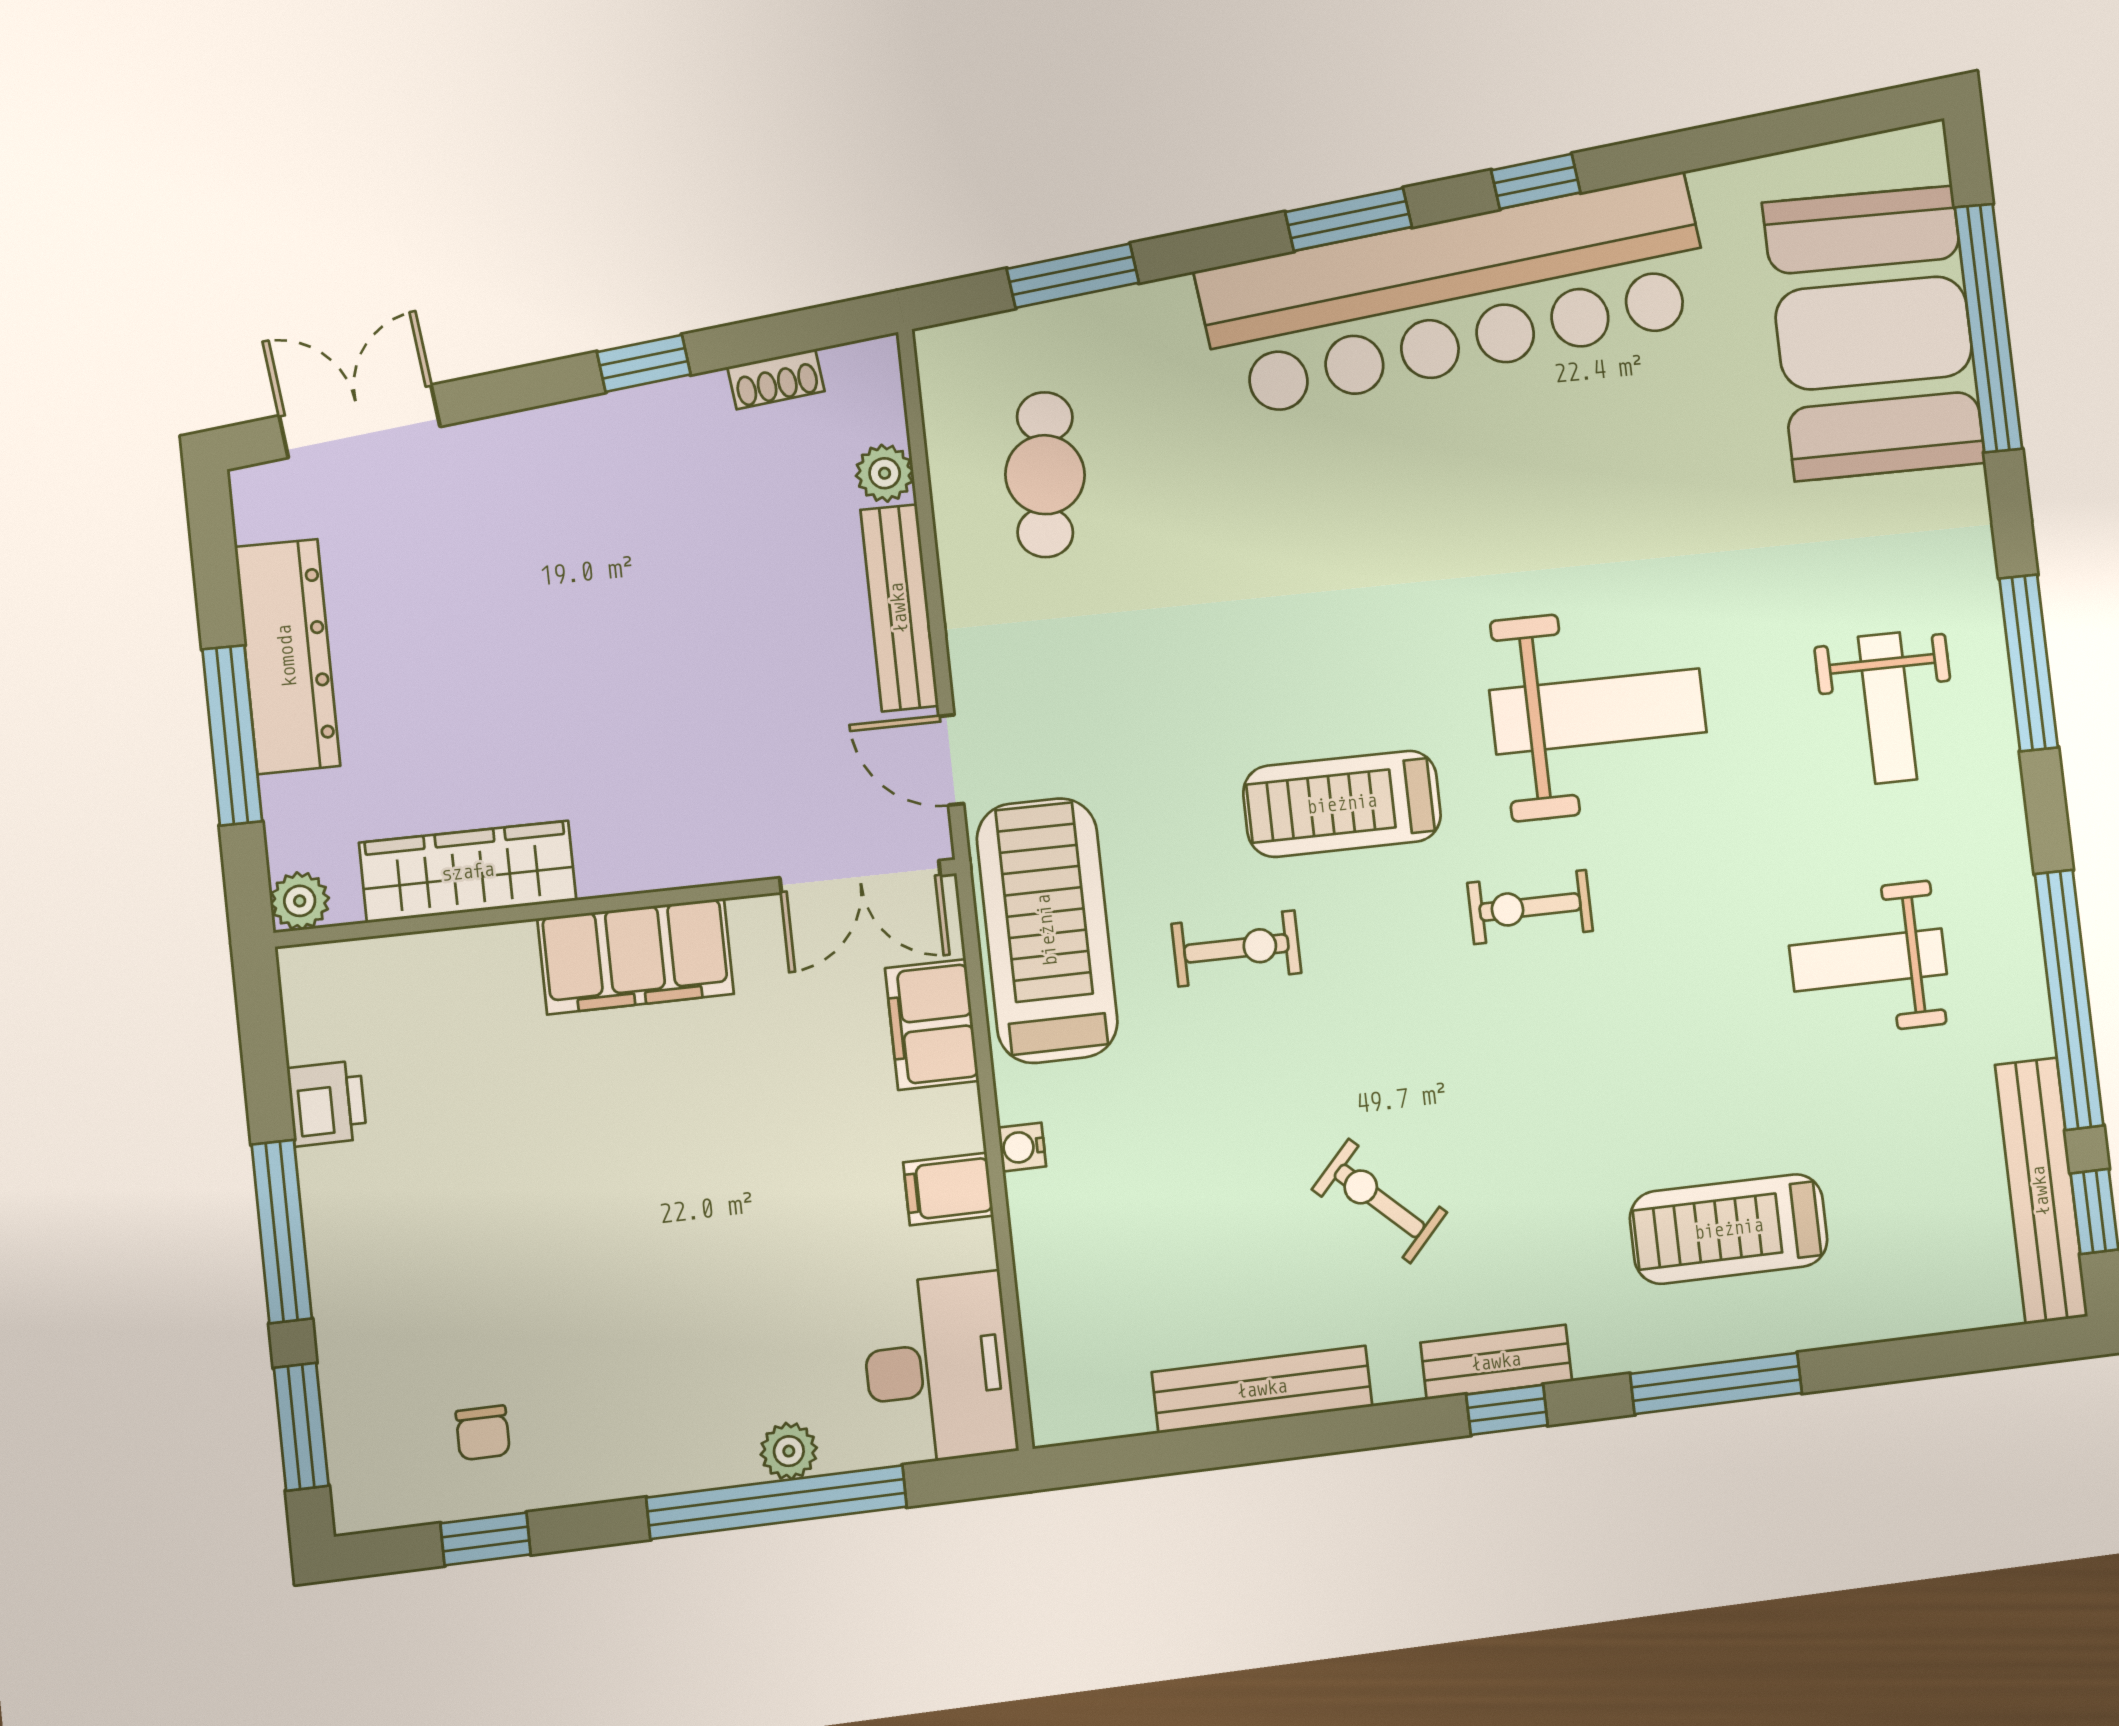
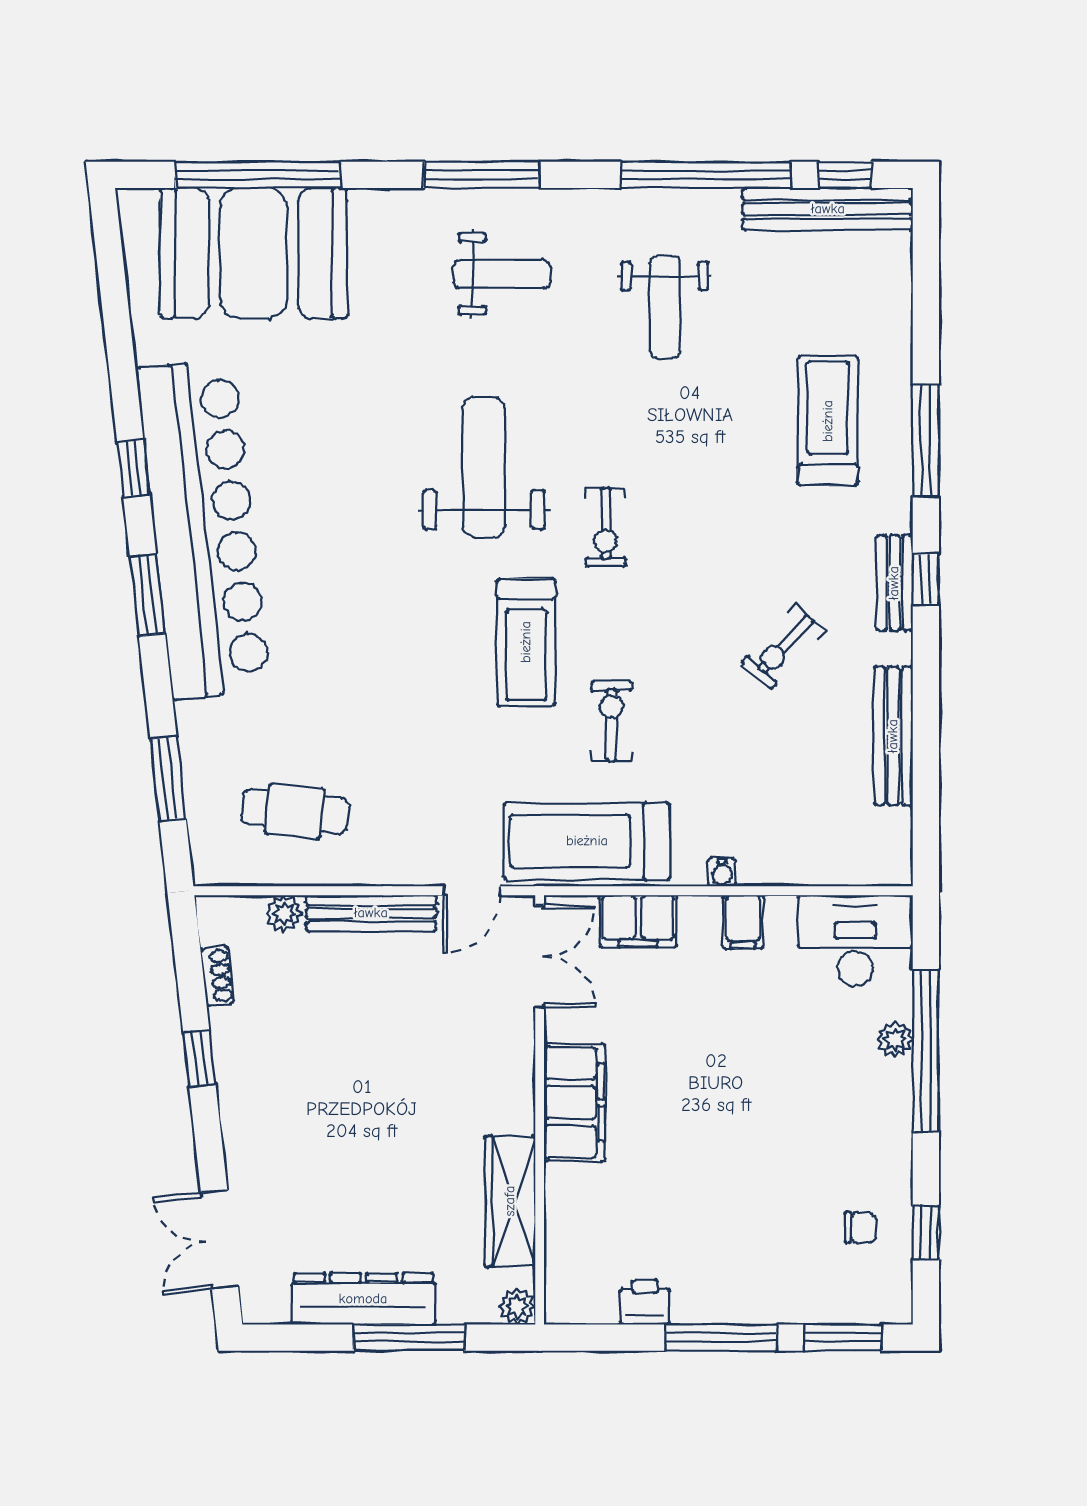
treadmill: (1729, 1229) -> (828, 421), turned 180

